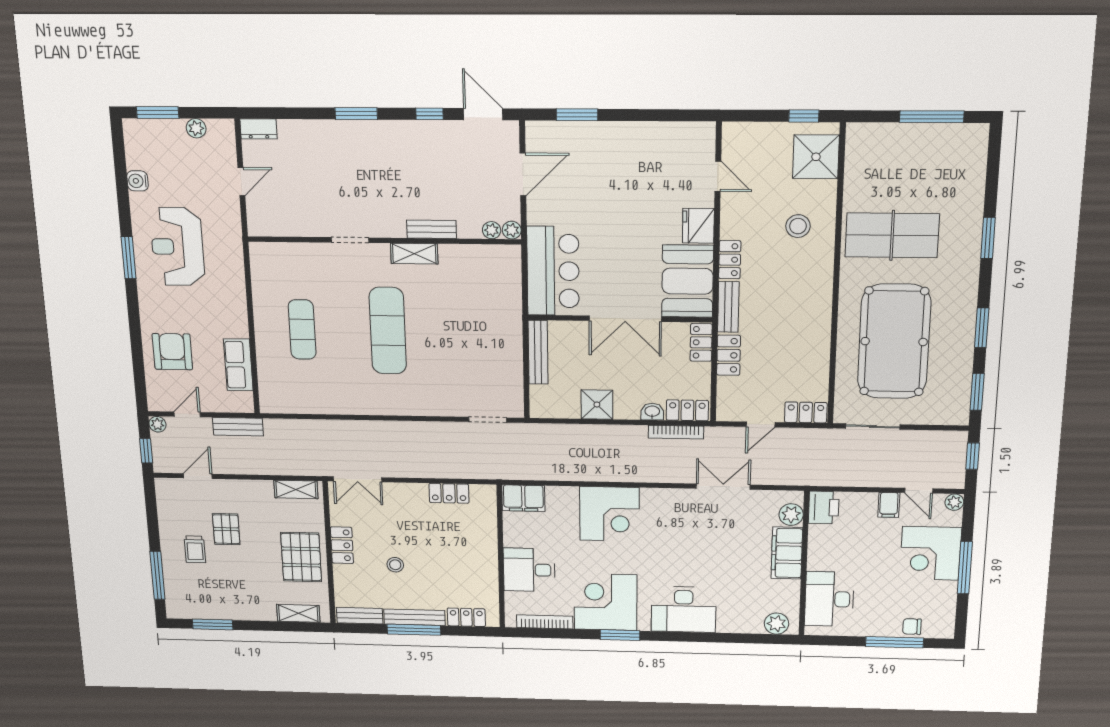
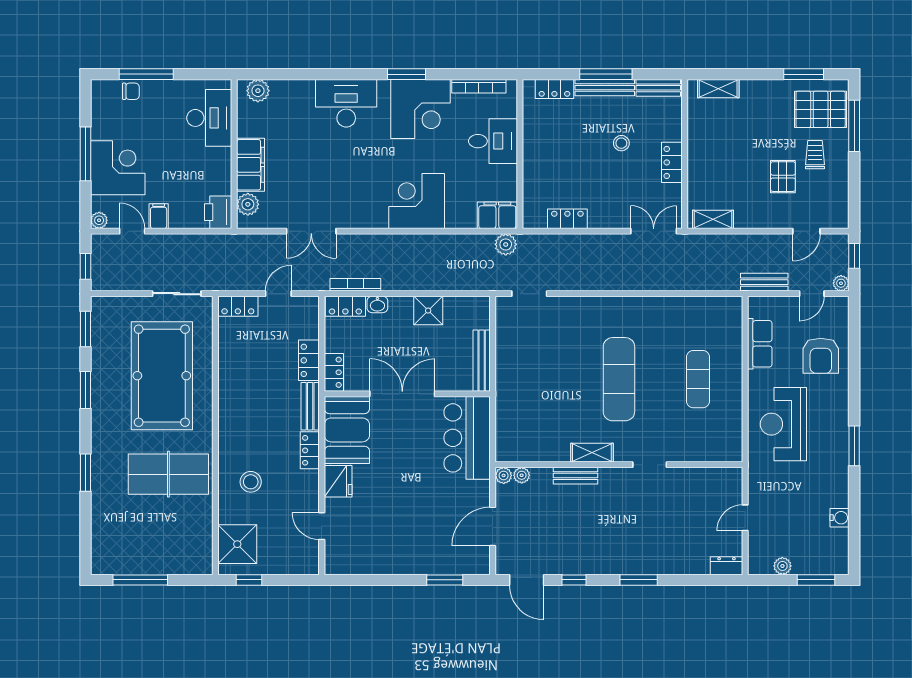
reception desk: (177, 247) -> (783, 424), moved, turned 180
plant: (514, 469) -> (506, 244), added
pallet: (301, 557) -> (821, 109), moved, turned 90

